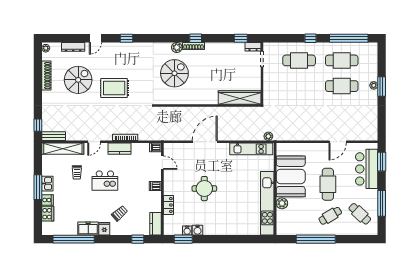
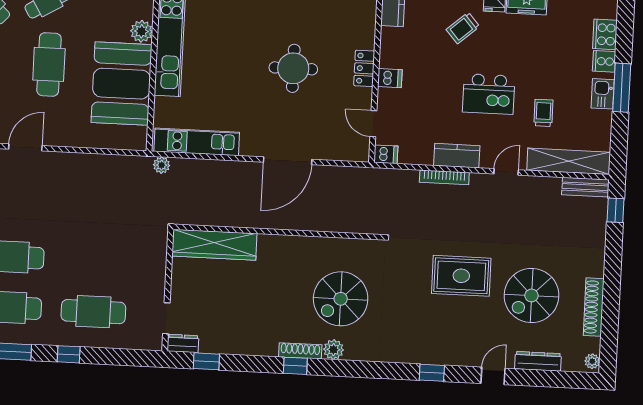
kitchen island: (105, 181) -> (489, 94), turned 180
locker: (168, 205) -> (364, 68), moved

